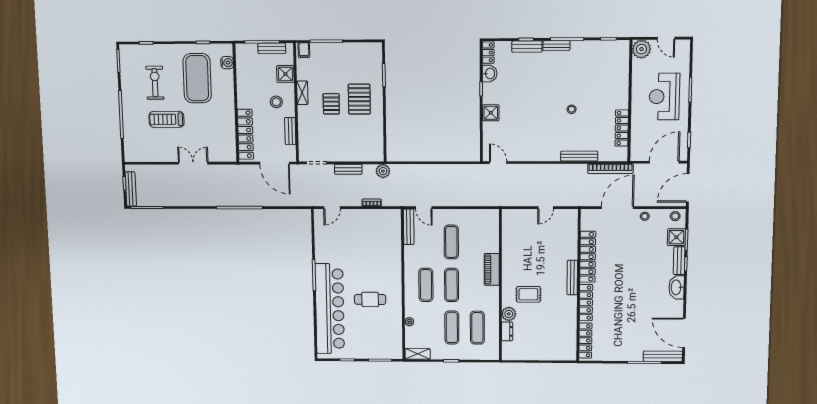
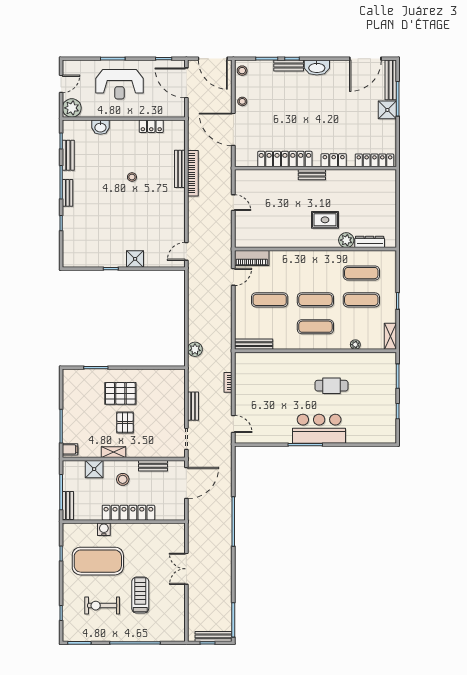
bench: (527, 47) -> (68, 155), moved
bench: (272, 48) -> (68, 506), moved
locker: (488, 53) -> (74, 261), removed
water cooler: (227, 63) -> (104, 529), moved
washbasin: (490, 74) -> (100, 127), moved, turned 180
pallet: (331, 104) -> (125, 422), turned 90
treadmill: (167, 119) -> (140, 595), turned 180
locker: (622, 128) -> (151, 126), width x0.66
locker: (245, 134) -> (128, 513), moved
bookcase: (610, 169) -> (193, 173), moved
plant: (383, 171) -> (195, 349), moved
door: (424, 208) -> (233, 277), moved
shower: (676, 237) -> (387, 110), moved
piano: (492, 269) -> (252, 258), moved
bench: (572, 278) -> (312, 175), width x0.73
rug: (528, 294) -> (325, 220), turned 90
cafe table: (370, 299) -> (331, 386), turned 90
locker: (586, 303) -> (334, 160), width x0.66
bar counter: (330, 309) -> (319, 429), width x0.54
dresser: (507, 331) -> (370, 242), width x1.44

